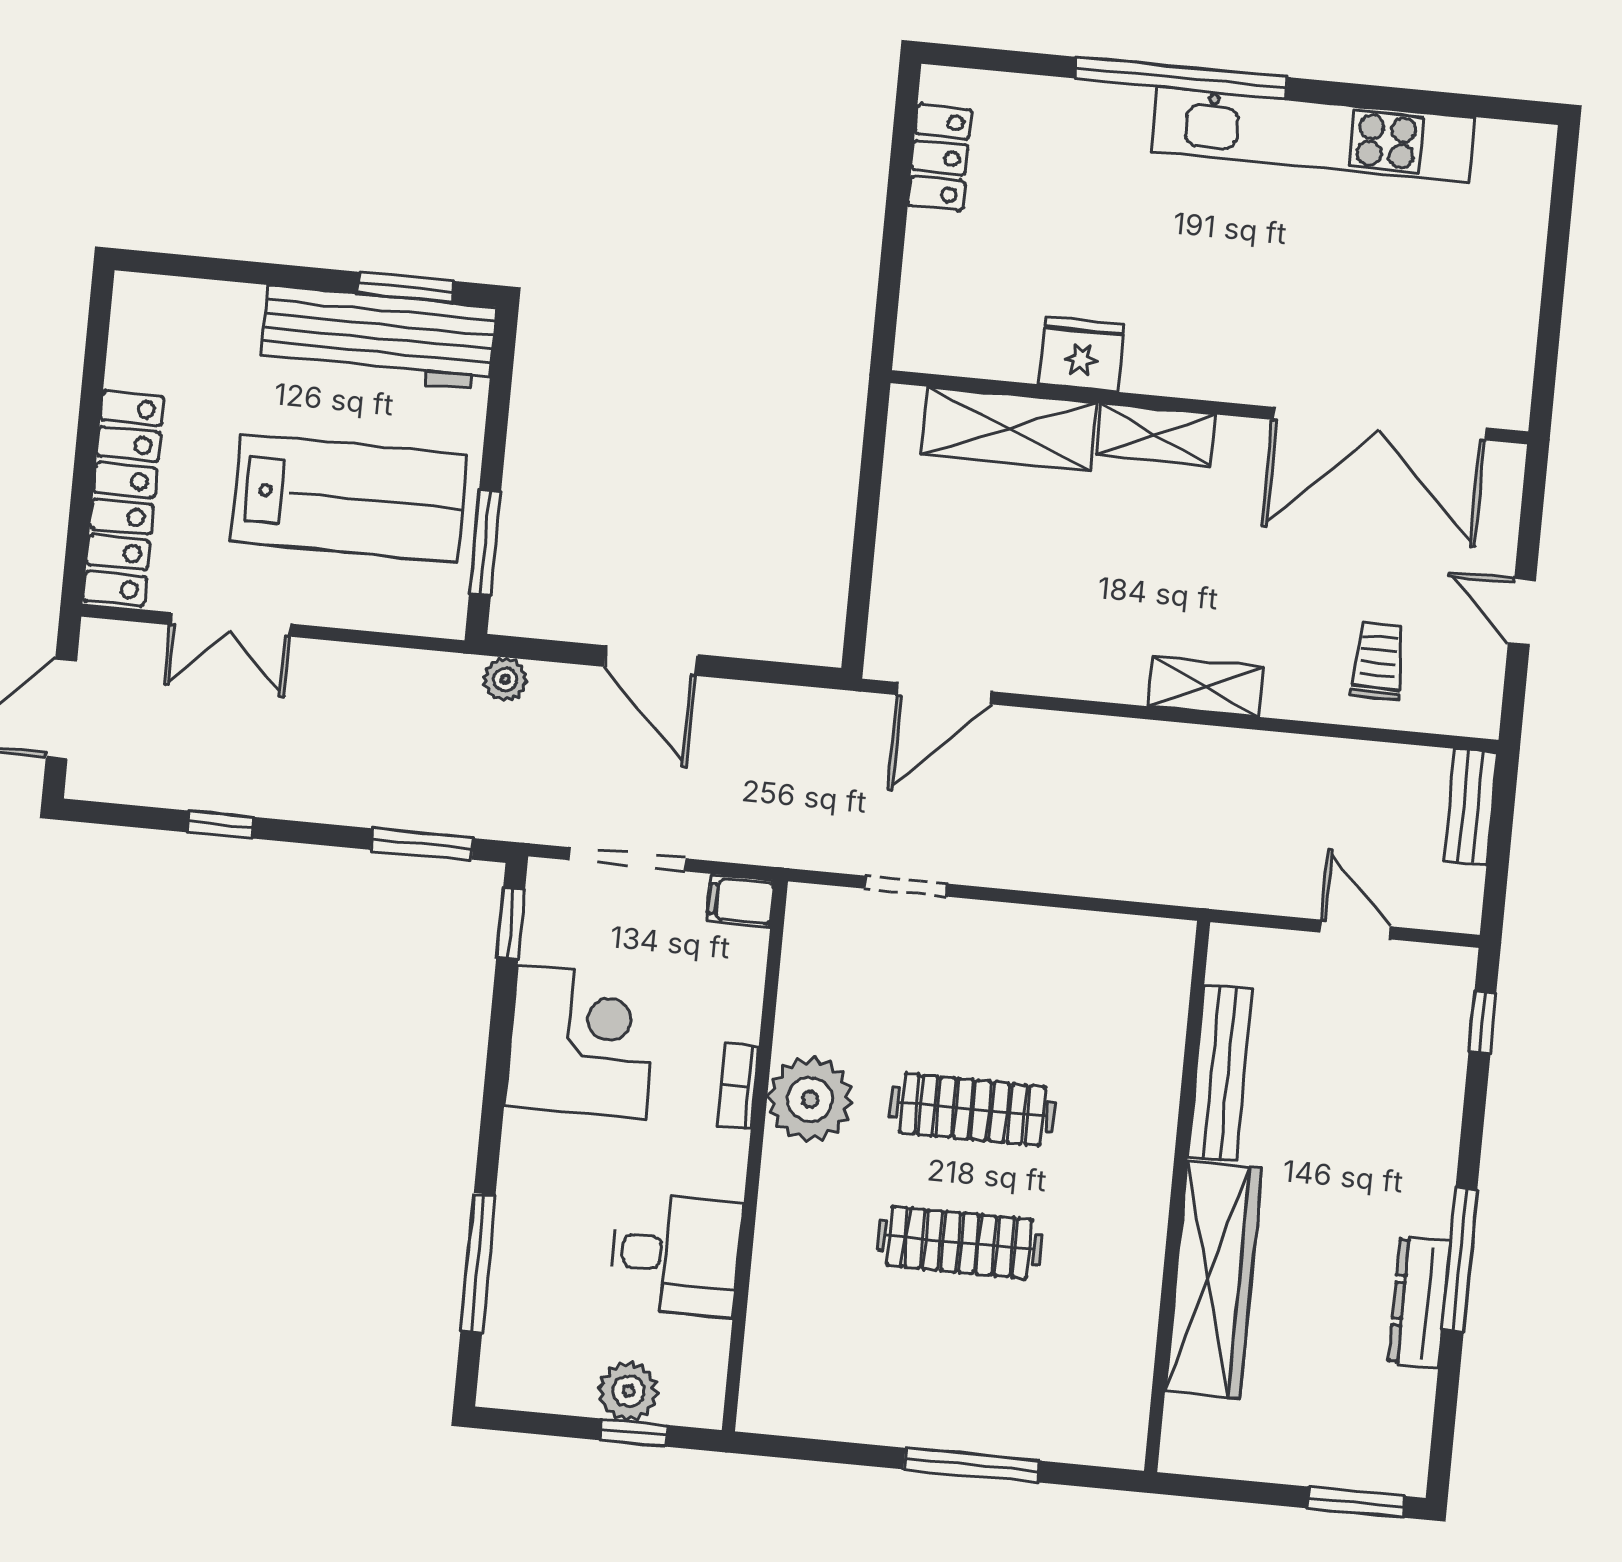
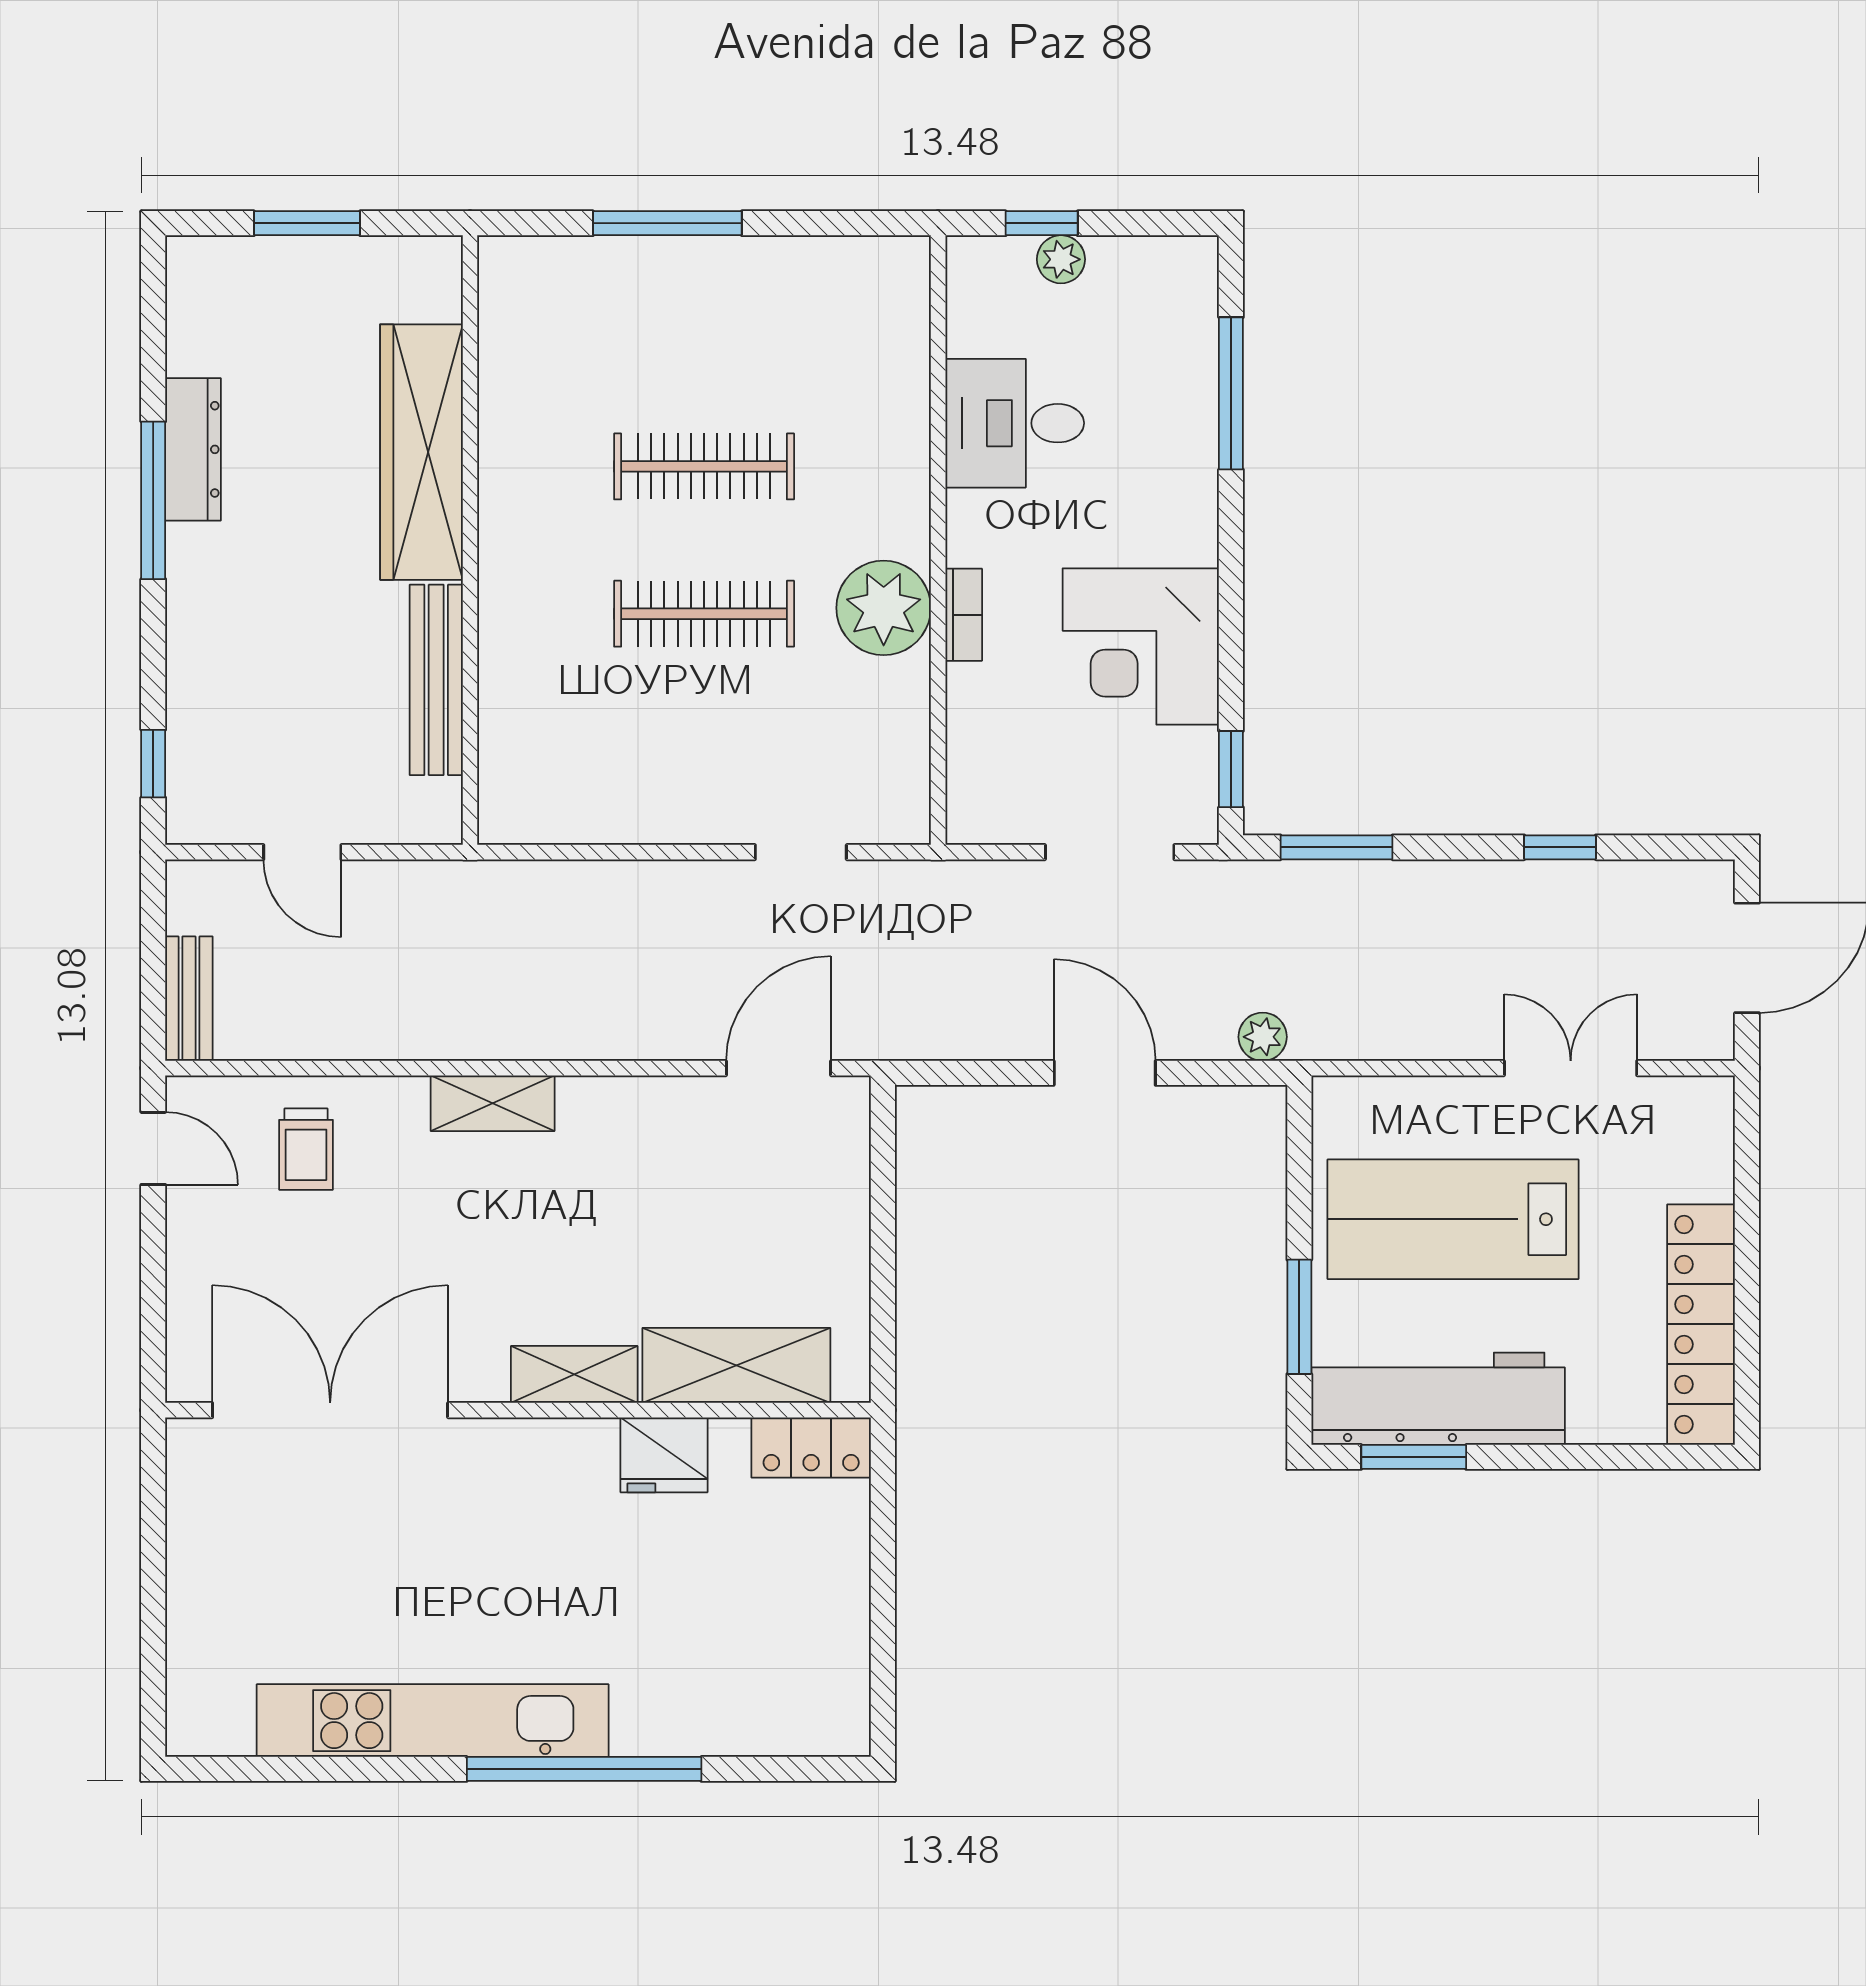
locker: (940, 158) -> (811, 1448), moved, turned -90
locker: (124, 498) -> (1701, 1324), moved
window: (485, 543) -> (1299, 1317), moved
door: (1522, 612) -> (153, 1148), moved
filing cabinet: (741, 901) -> (981, 818), removed
plant: (629, 1391) -> (1061, 259), width x0.73, depth x0.73
window: (1356, 1502) -> (307, 223), moved

